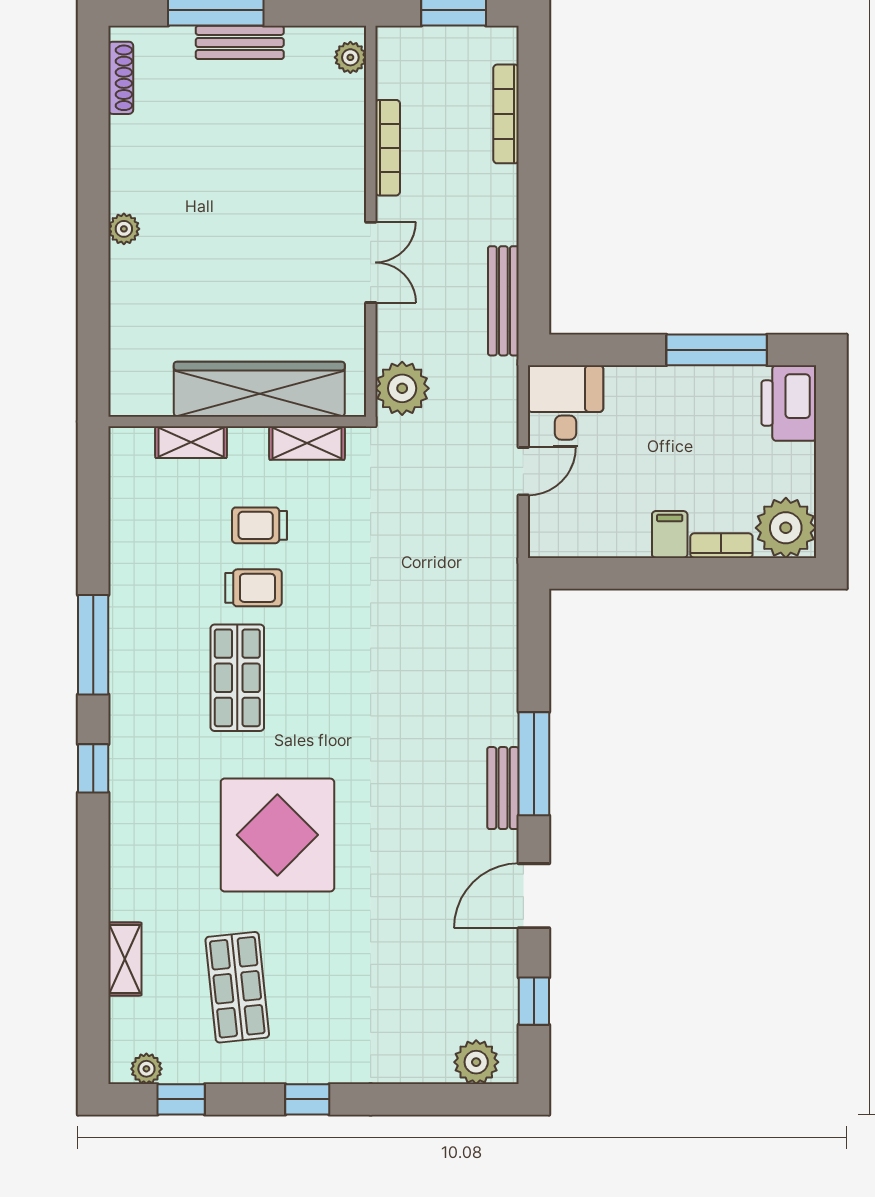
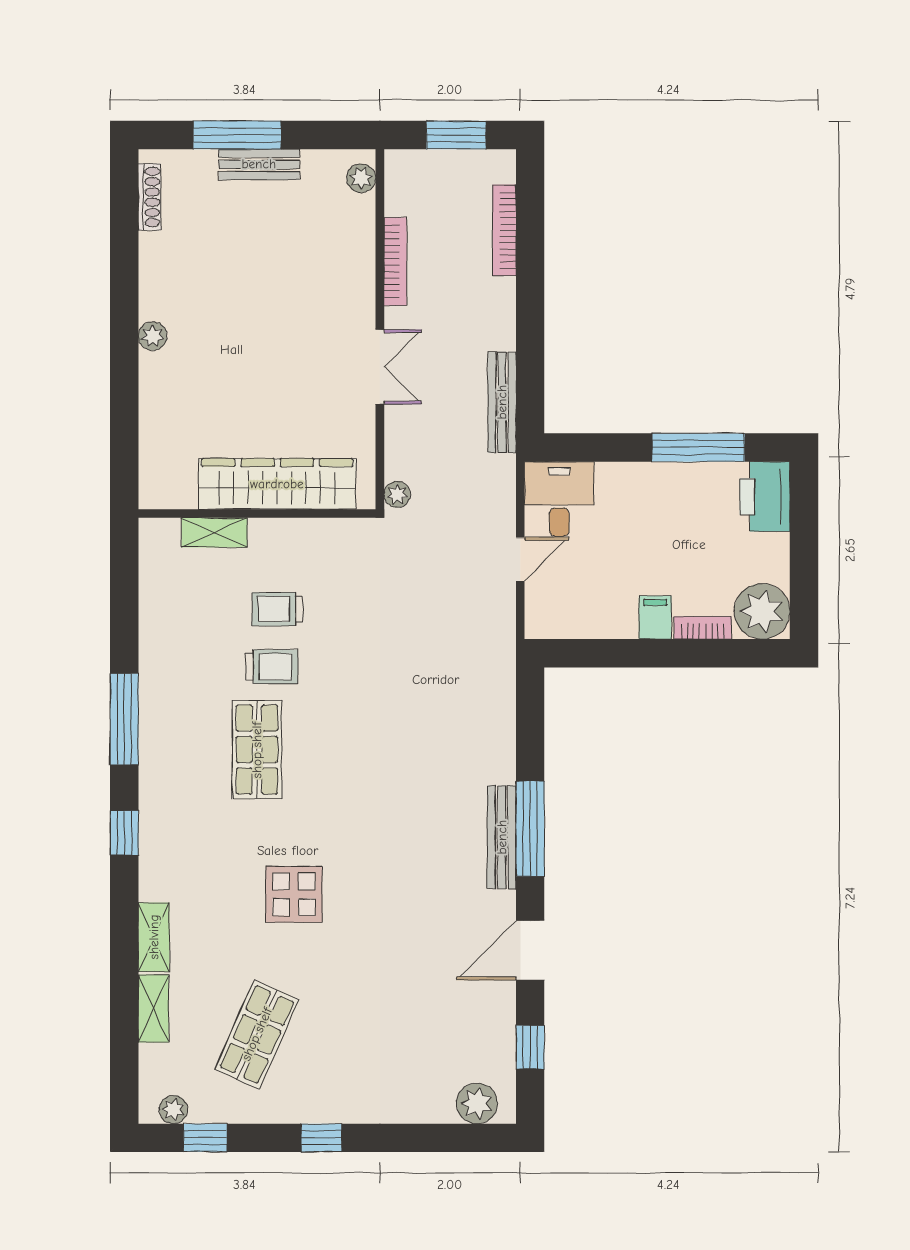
plant: (402, 388) -> (397, 494), width x0.53, depth x0.53
shelving: (307, 443) -> (154, 937), moved, turned 90
bench: (503, 788) -> (502, 837), width x1.36
display table: (277, 835) -> (294, 894), width x0.54, depth x0.54
shop shelf: (237, 987) -> (257, 1034), turned 30

